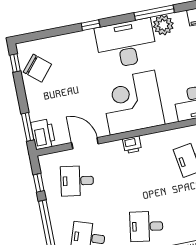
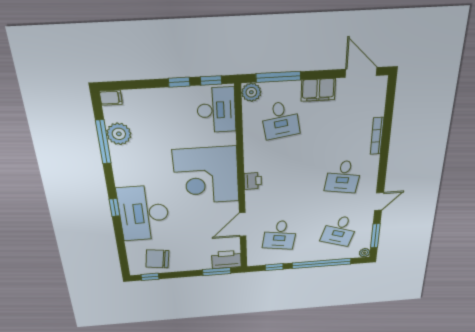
desk: (126, 44) -> (144, 213), moved
chair: (37, 68) -> (157, 259), turned -122

